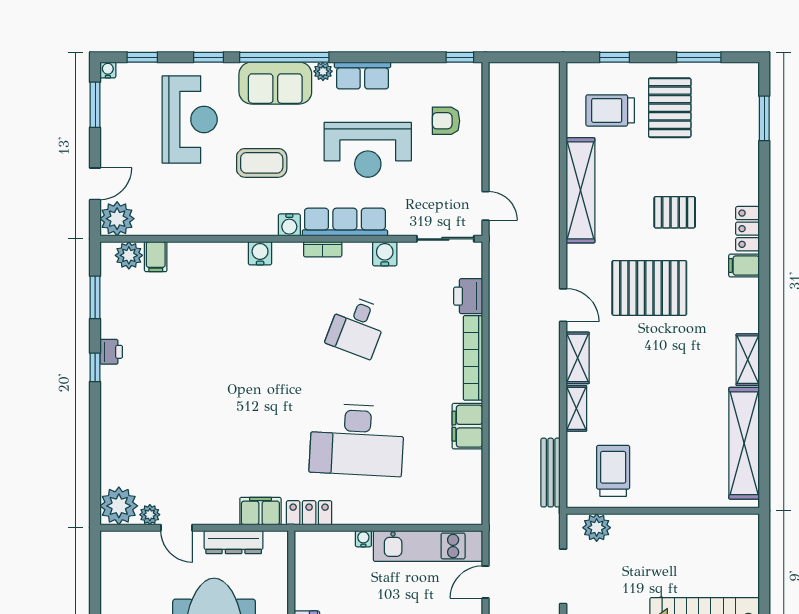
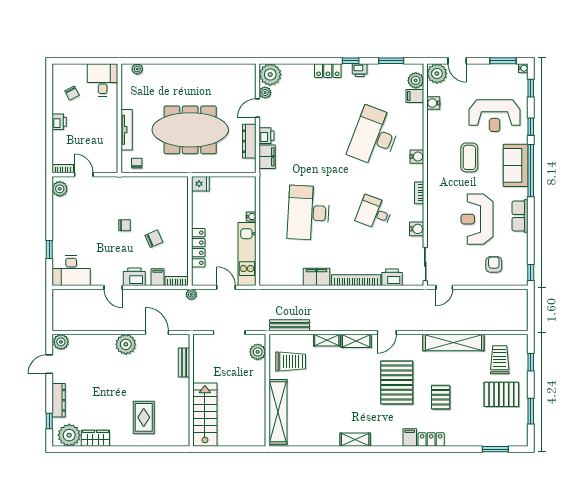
plant: (323, 71) -> (522, 193), removed
row of seats: (345, 222) -> (435, 206), removed
water cooler: (289, 225) -> (433, 103), moved
desk: (225, 327) -> (374, 136), added
shelving: (744, 443) -> (278, 412), moved, turned 90
printer: (224, 512) -> (267, 136), added
locker: (309, 513) -> (328, 71), moved, turned 90

